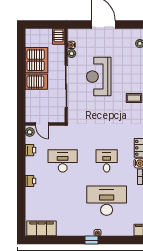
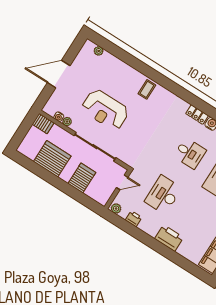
server rack: (36, 82) -> (82, 178), moved
door: (42, 124) -> (122, 182), moved
desk: (107, 161) -> (190, 153), turned 180
printer: (31, 181) -> (169, 238), width x1.87, depth x1.48

